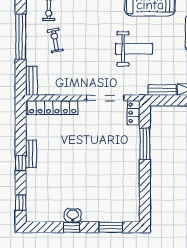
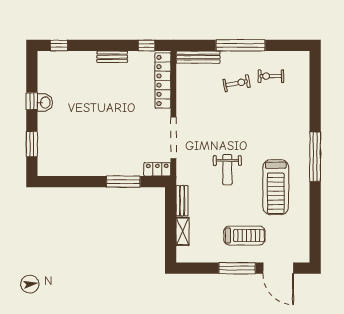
weight bench: (134, 49) -> (227, 170), width x0.73, depth x0.75
bench: (31, 81) -> (198, 57), width x1.36
window: (21, 163) -> (146, 45), moved

